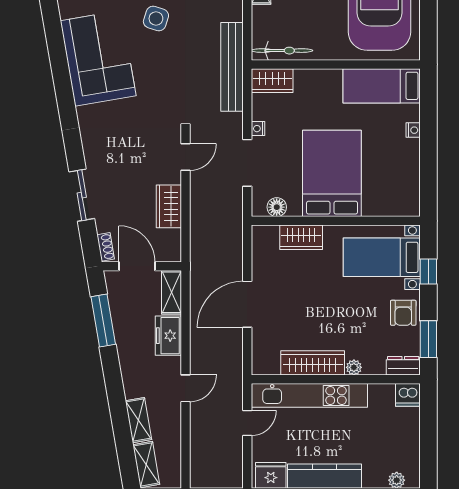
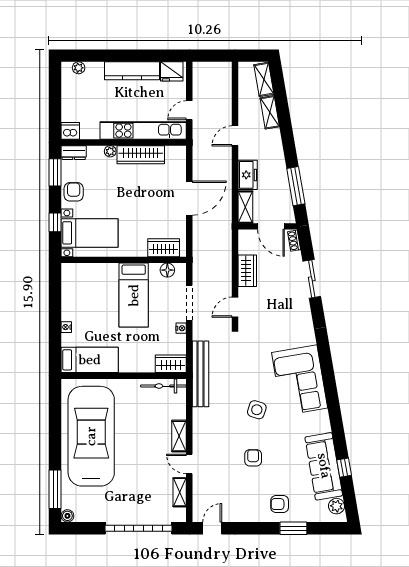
bed: (332, 173) -> (134, 295), width x0.67
wardrobe: (301, 237) -> (164, 248), moved

